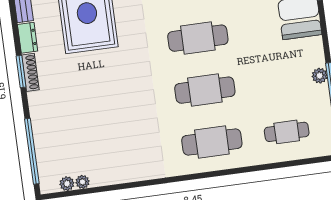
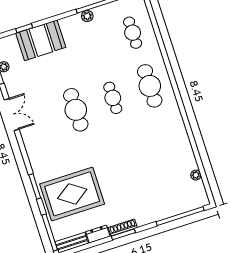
cafe table: (205, 90) -> (113, 98), width x0.73, depth x0.74
plant: (67, 184) -> (199, 186), removed

